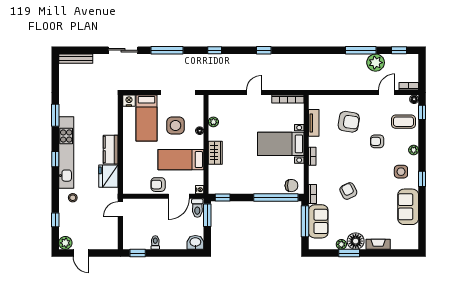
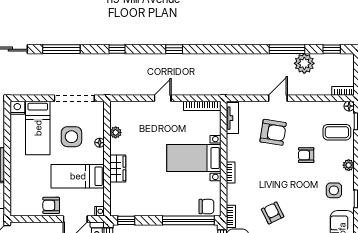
door: (387, 92) -> (278, 98), moved
tv unit: (314, 123) -> (232, 118), moved

